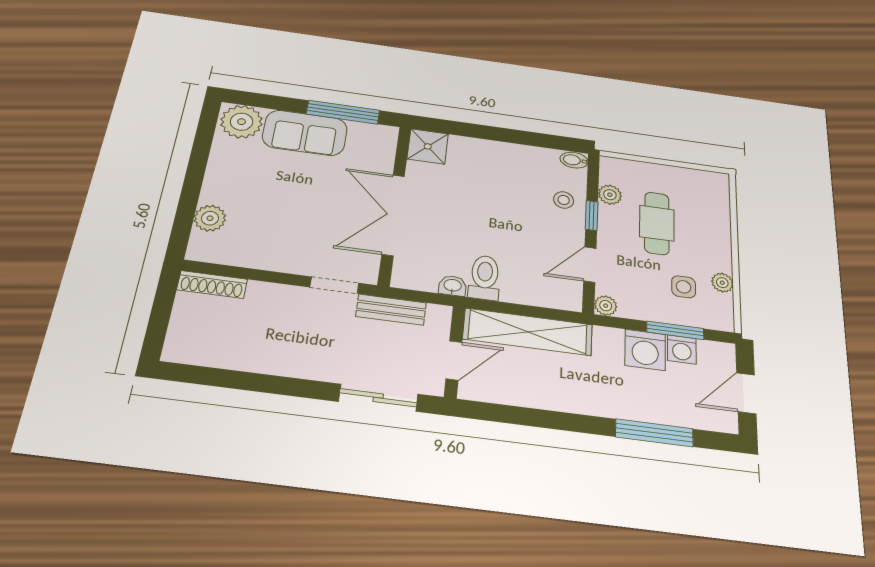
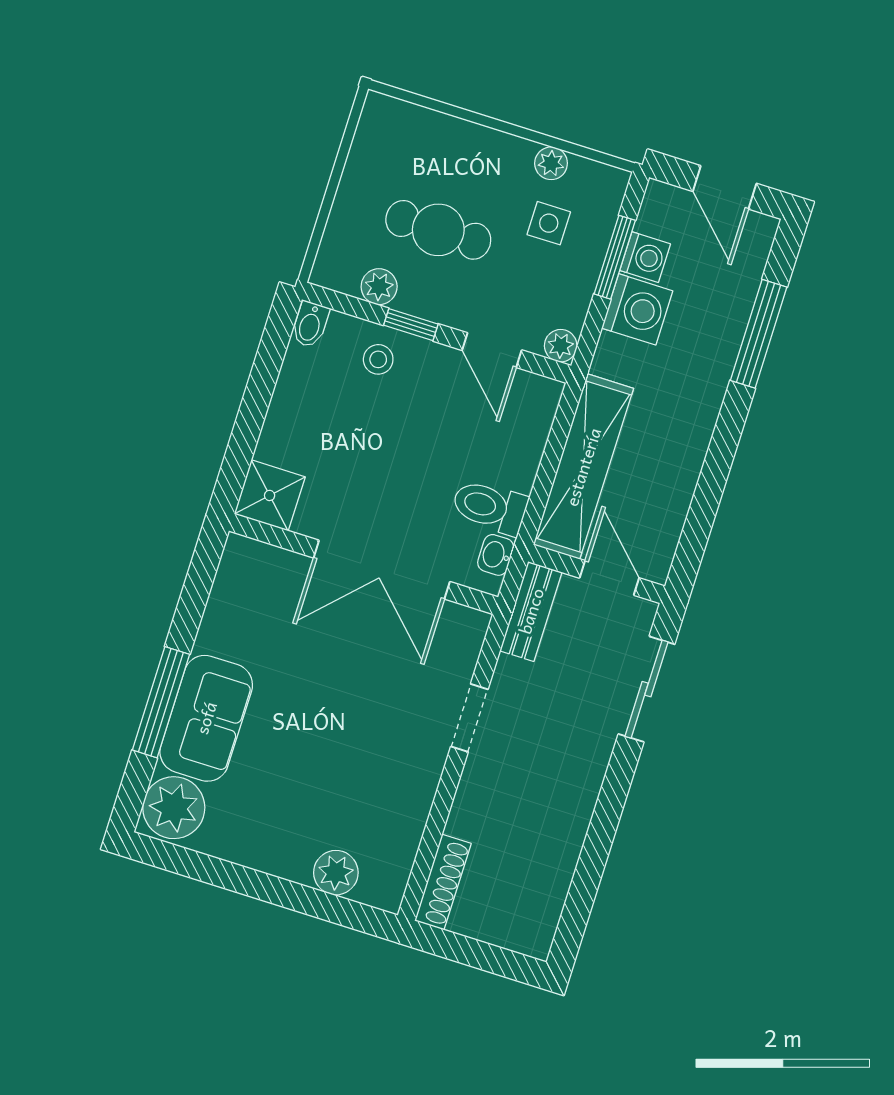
window: (343, 112) -> (161, 702), moved
shower: (428, 146) -> (270, 495), moved
wall: (395, 204) -> (364, 564), moved
double door: (393, 215) -> (382, 570), moved
bench: (391, 310) -> (531, 611), moved

